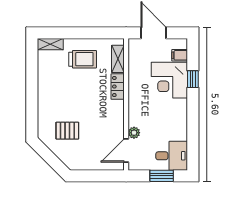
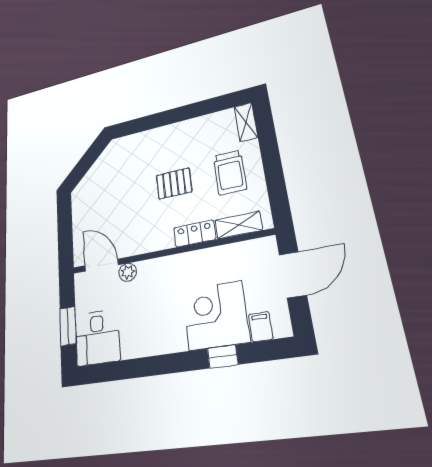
pallet: (67, 131) -> (174, 184), moved, turned 90

